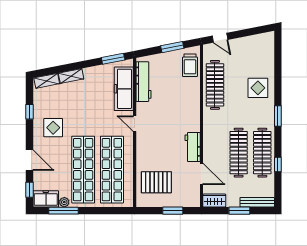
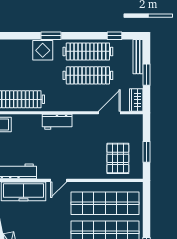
display table: (258, 88) -> (43, 50), moved
workbench: (193, 147) -> (57, 122), moved
window: (278, 164) -> (114, 36), moved
window: (173, 211) -> (146, 152), moved

